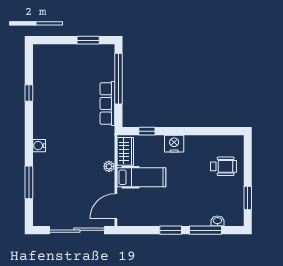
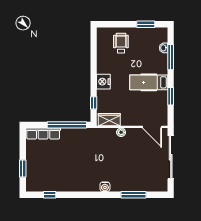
window: (88, 40) -> (23, 168), moved
window: (119, 79) -> (67, 125), moved
window: (29, 93) -> (50, 195), moved
row of seats: (107, 103) -> (43, 134), moved
hospital bed: (141, 177) -> (149, 82), moved, turned -90
window: (171, 230) -> (171, 96), moved

